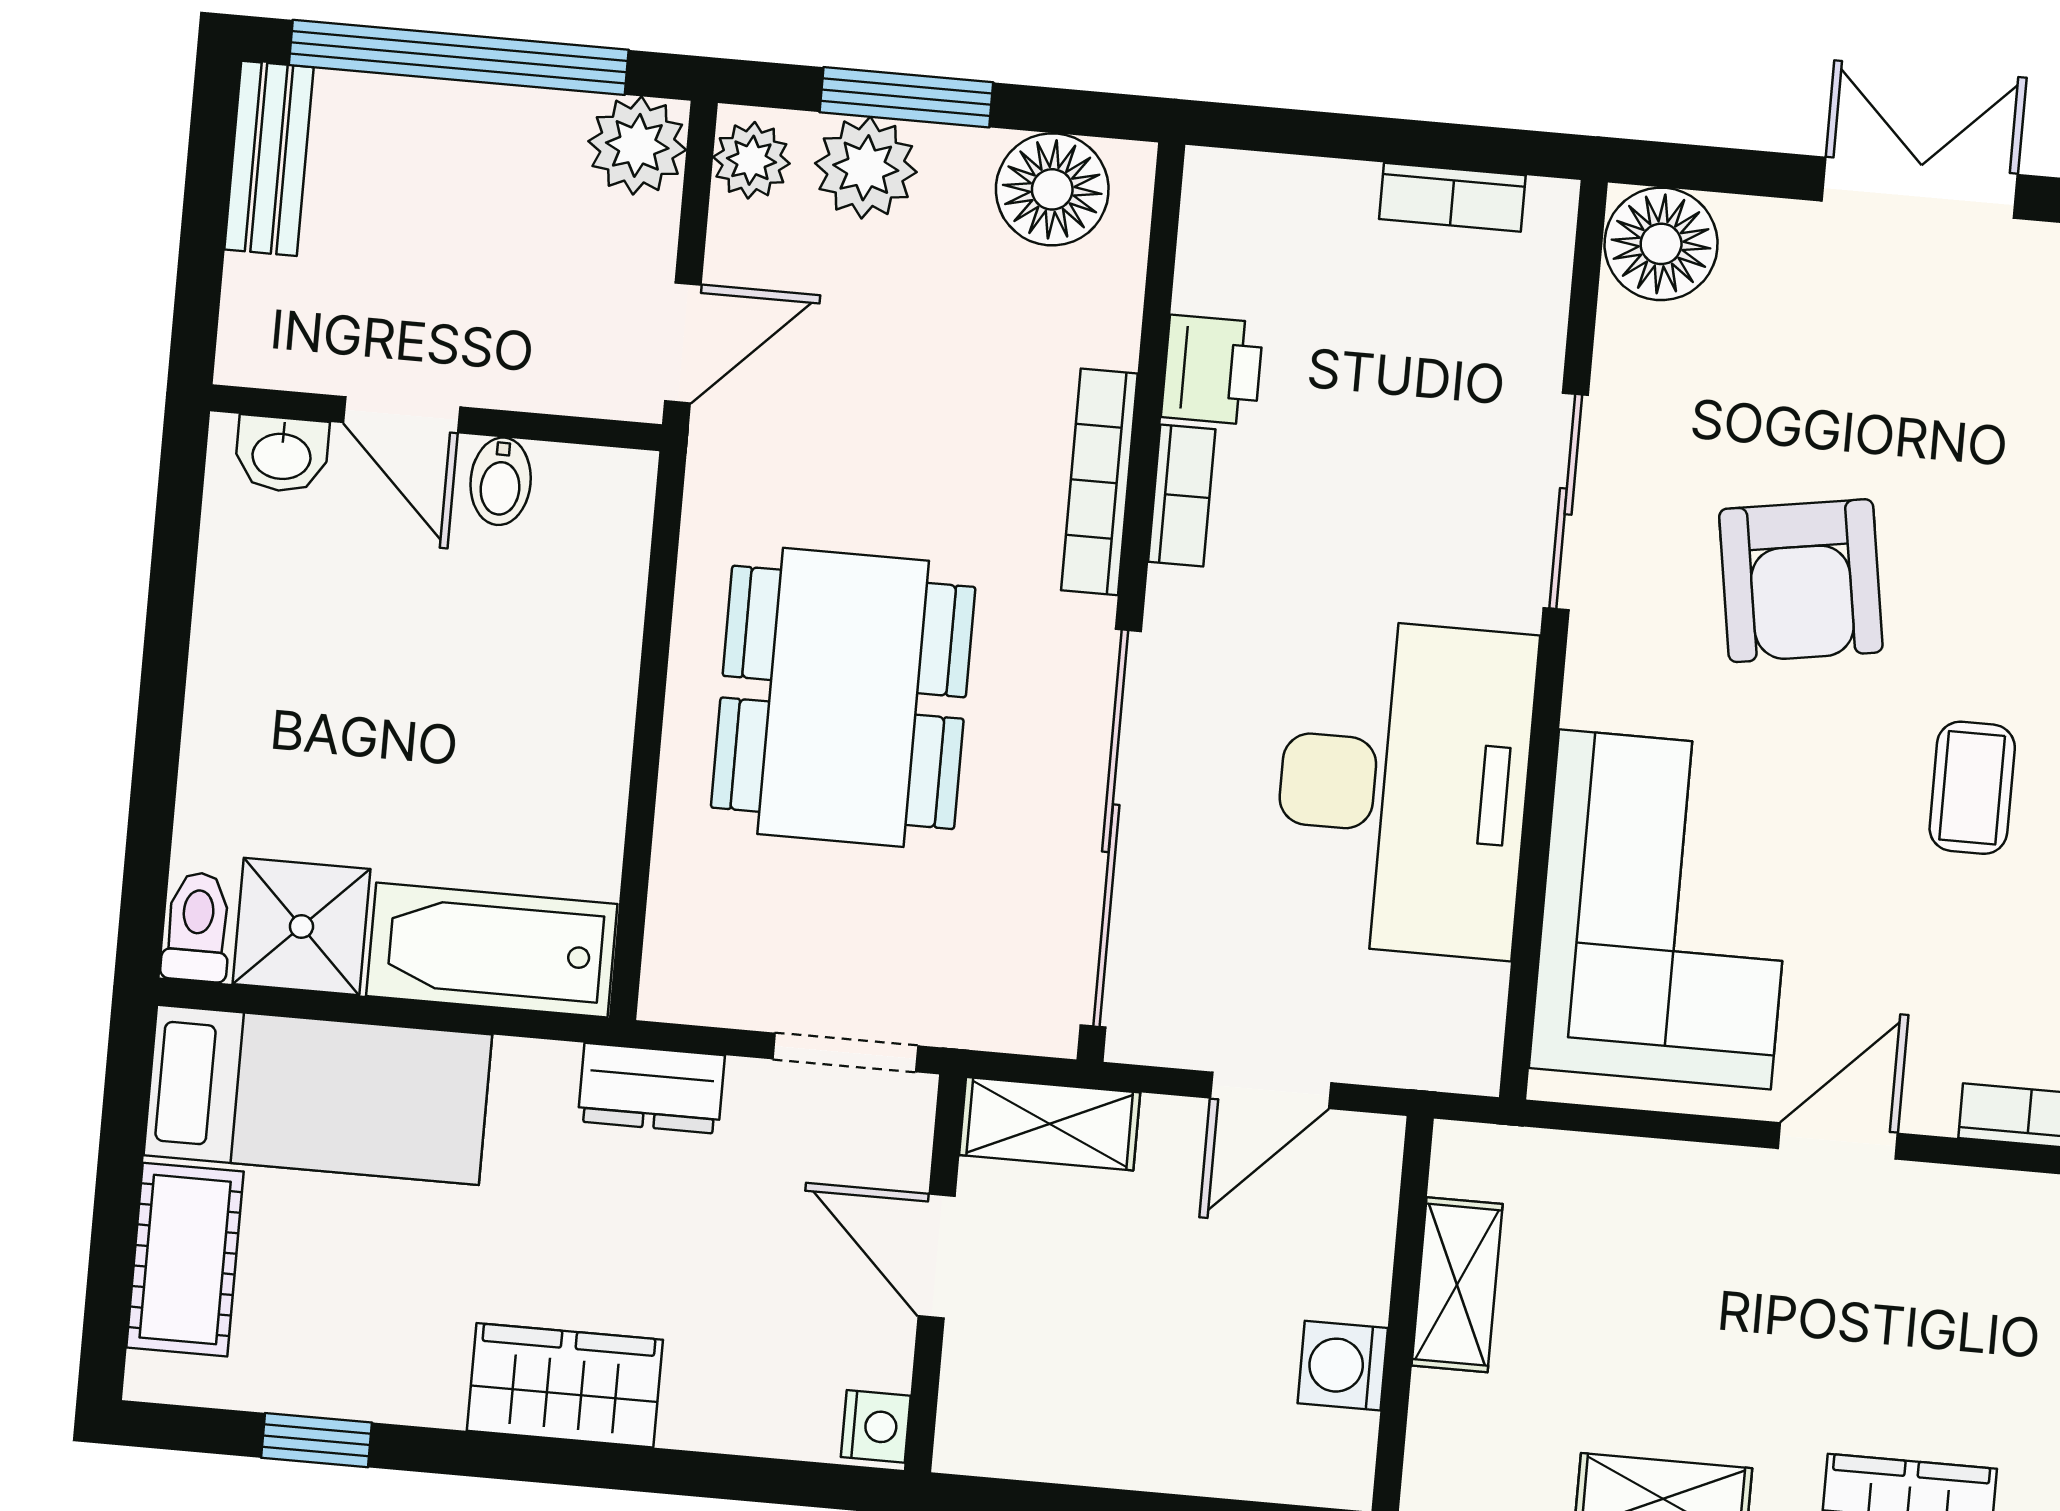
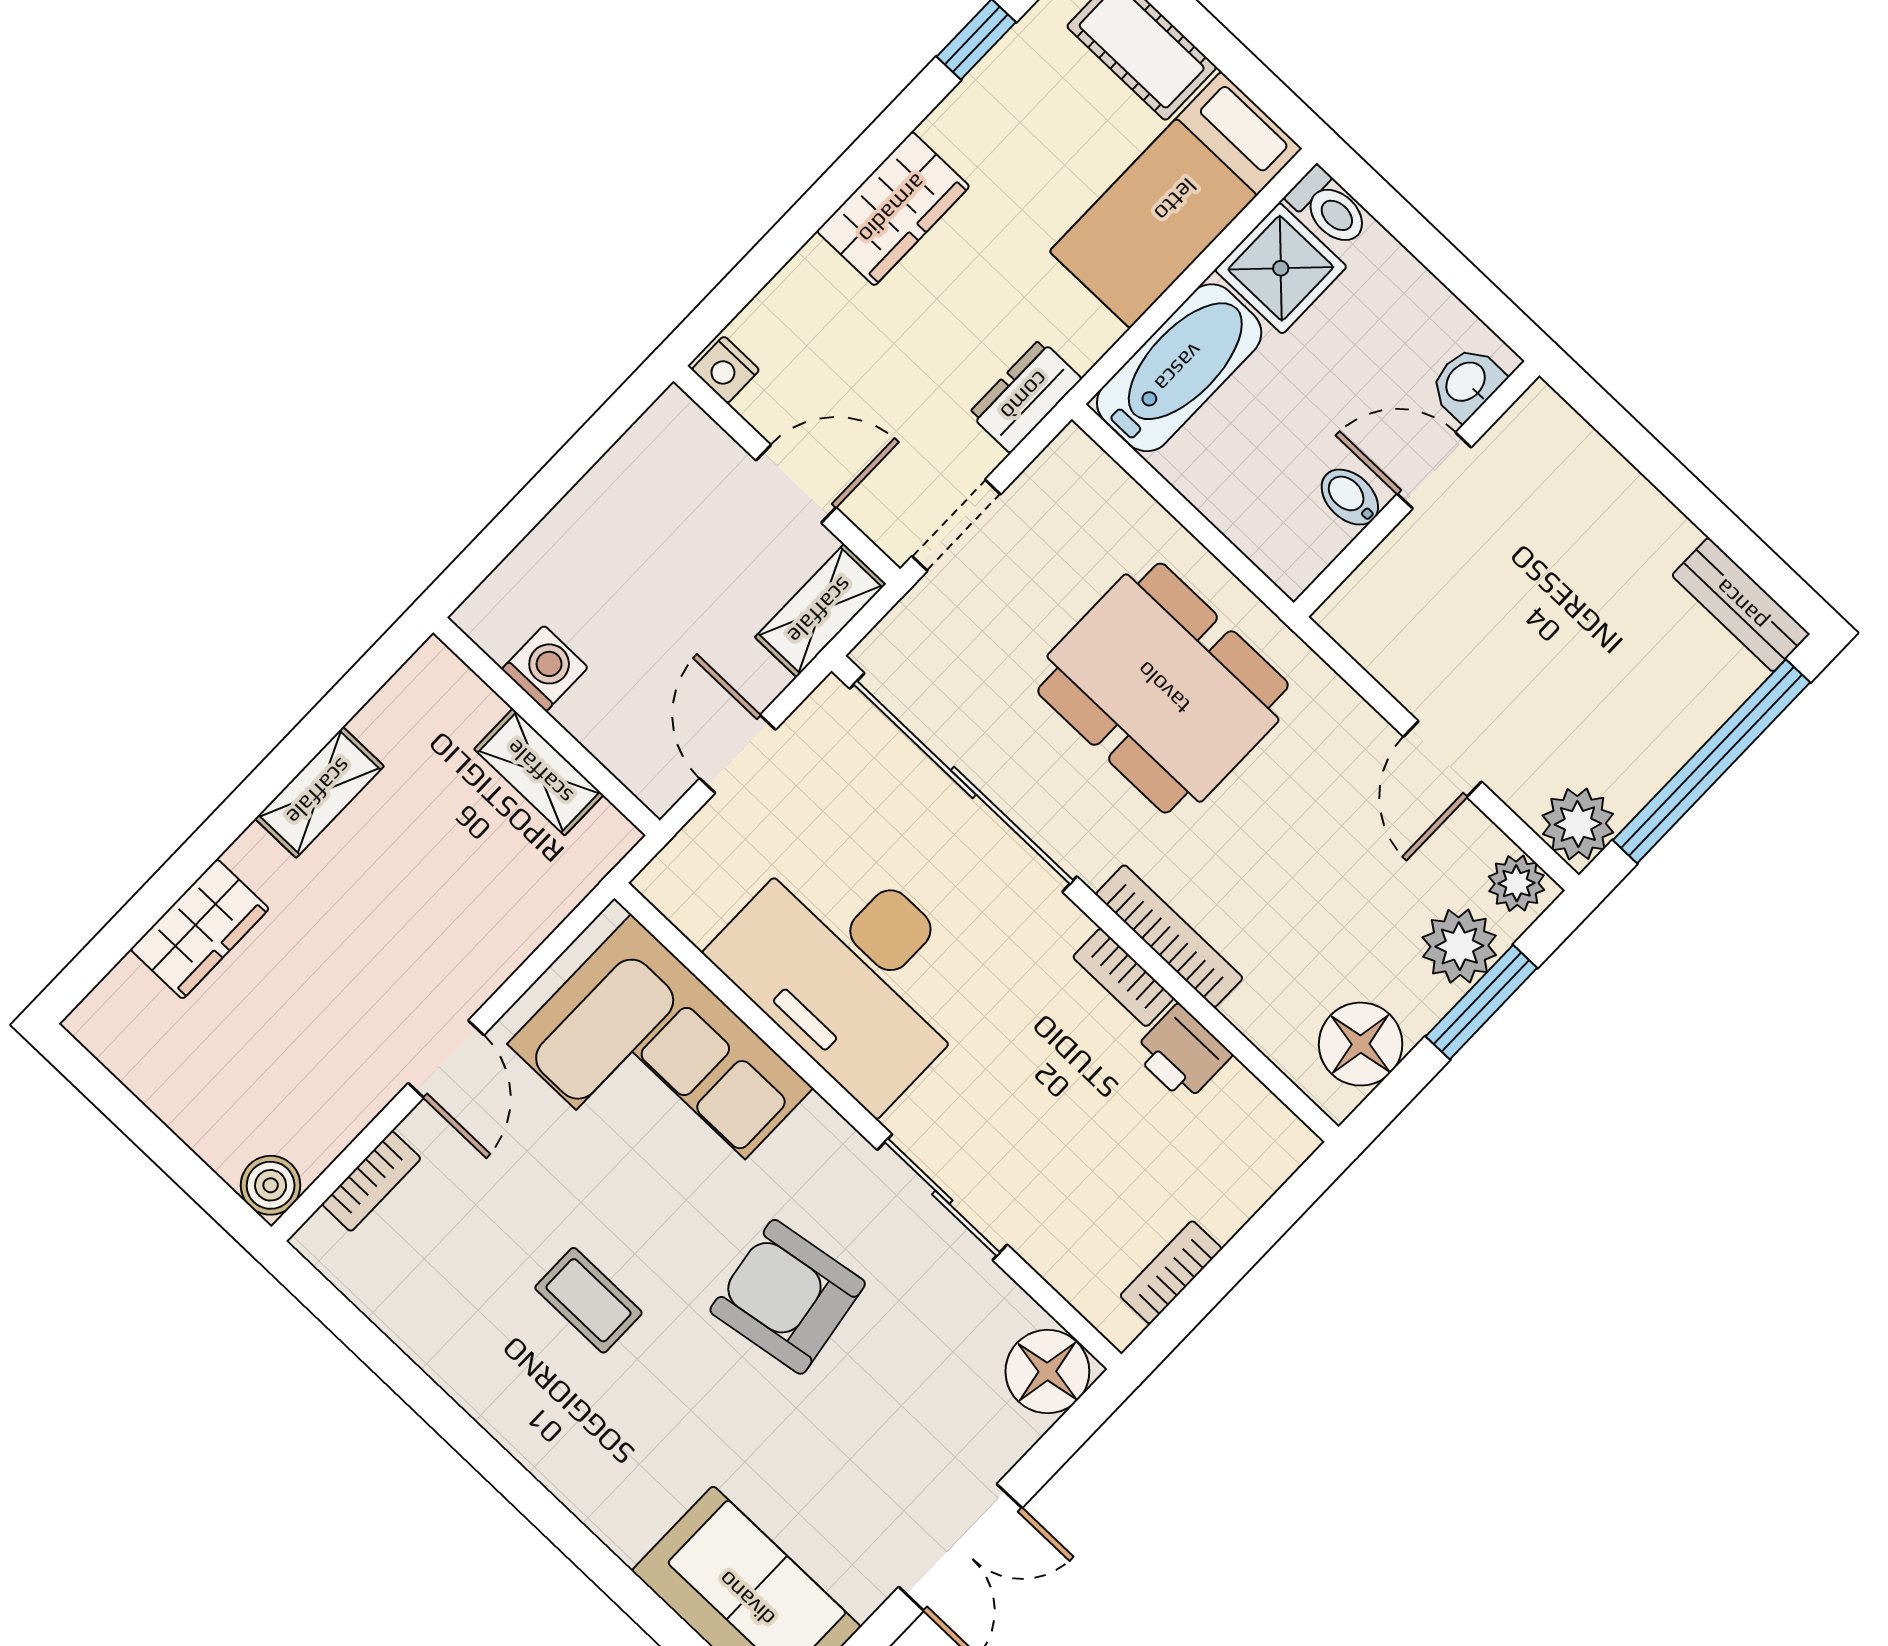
door: (402, 415) -> (1434, 471), moved
wall: (436, 418) -> (1417, 489), moved
washbasin: (282, 454) -> (1467, 383), moved
bidet: (501, 481) -> (1350, 497), moved

